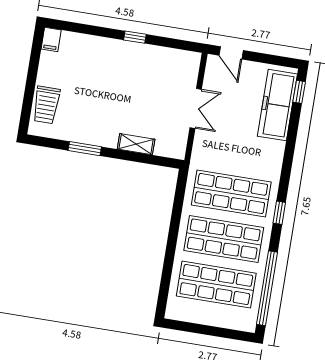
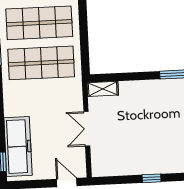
shelving: (136, 144) -> (103, 89), moved

